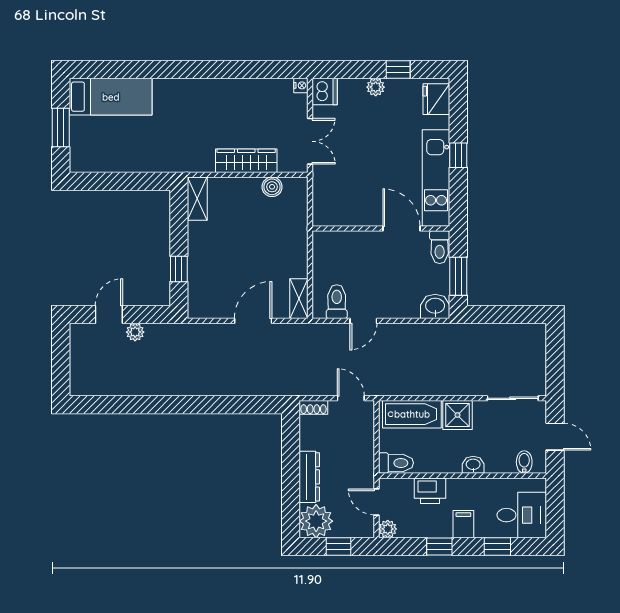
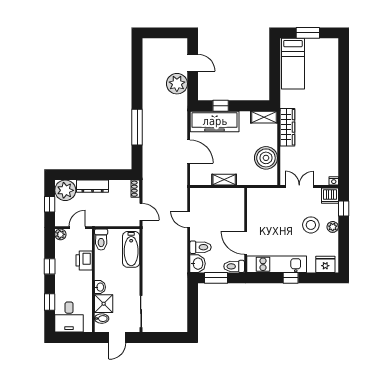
window: (398, 69) -> (344, 209), moved
bed: (111, 97) -> (293, 64), moved
stool: (372, 122) -> (311, 225), added
double door: (310, 141) -> (299, 187), swing flipped
wardrobe: (246, 161) -> (287, 127), moved
boiler: (272, 187) -> (266, 158), width x1.86, depth x1.86
door: (401, 228) -> (246, 243), swing flipped
freezer: (204, 279) -> (215, 121), added
shelving: (299, 299) -> (224, 180), moved
toilet: (337, 302) -> (200, 247), moved
plant: (135, 332) -> (177, 84), width x1.87, depth x1.87
door: (351, 398) -> (141, 212), hinge flipped
window: (213, 405) -> (137, 127), added
shower: (457, 415) -> (104, 304), moved
filing cabinet: (463, 524) -> (63, 281), removed

